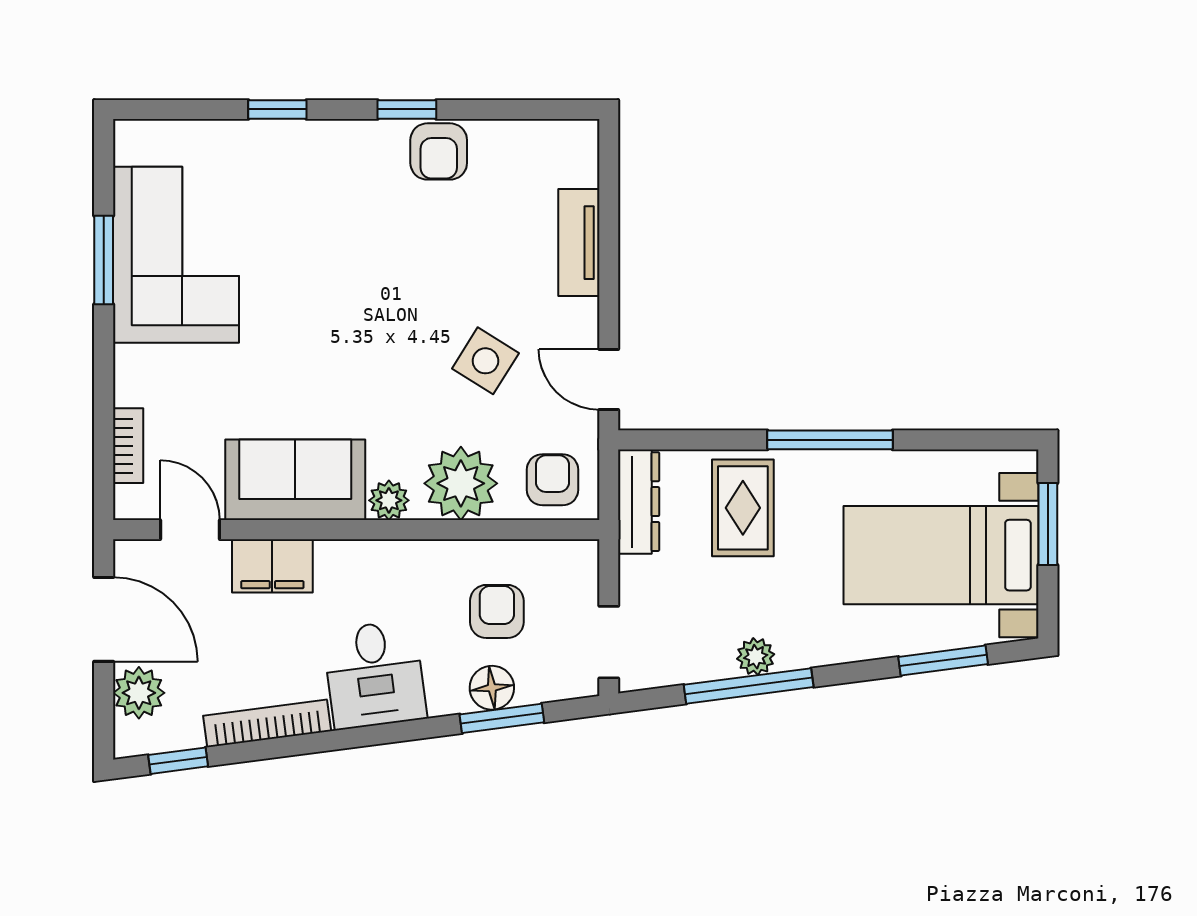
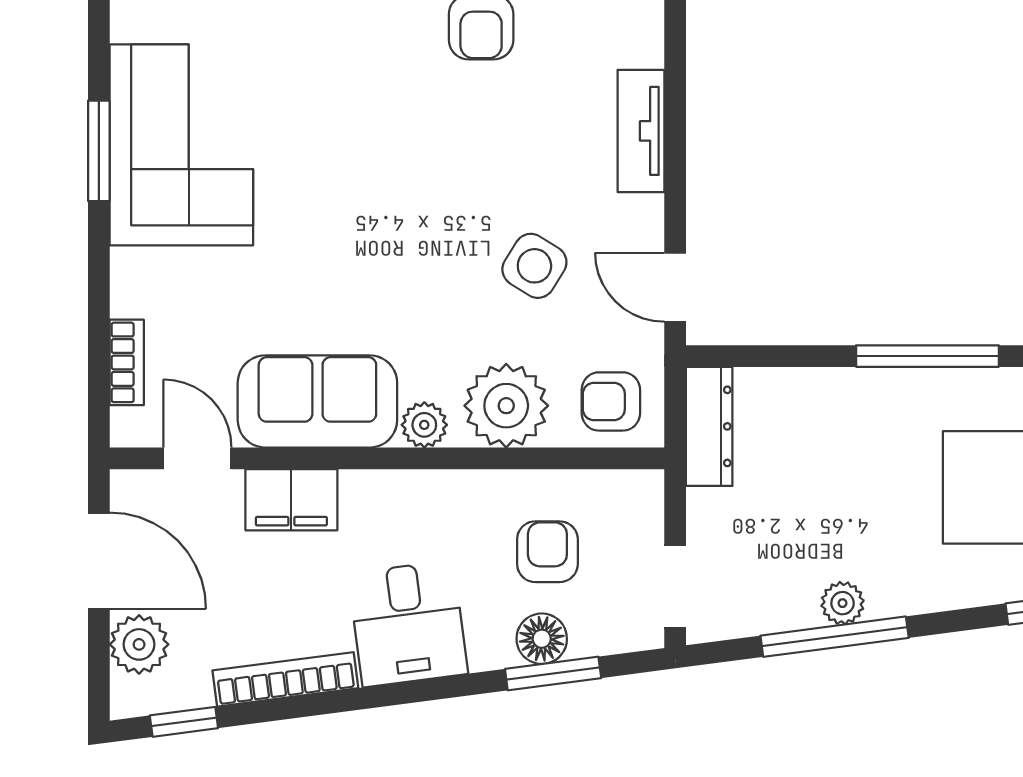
armchair: (552, 480) -> (611, 401), turned -90
rug: (743, 508) -> (828, 434), removed

